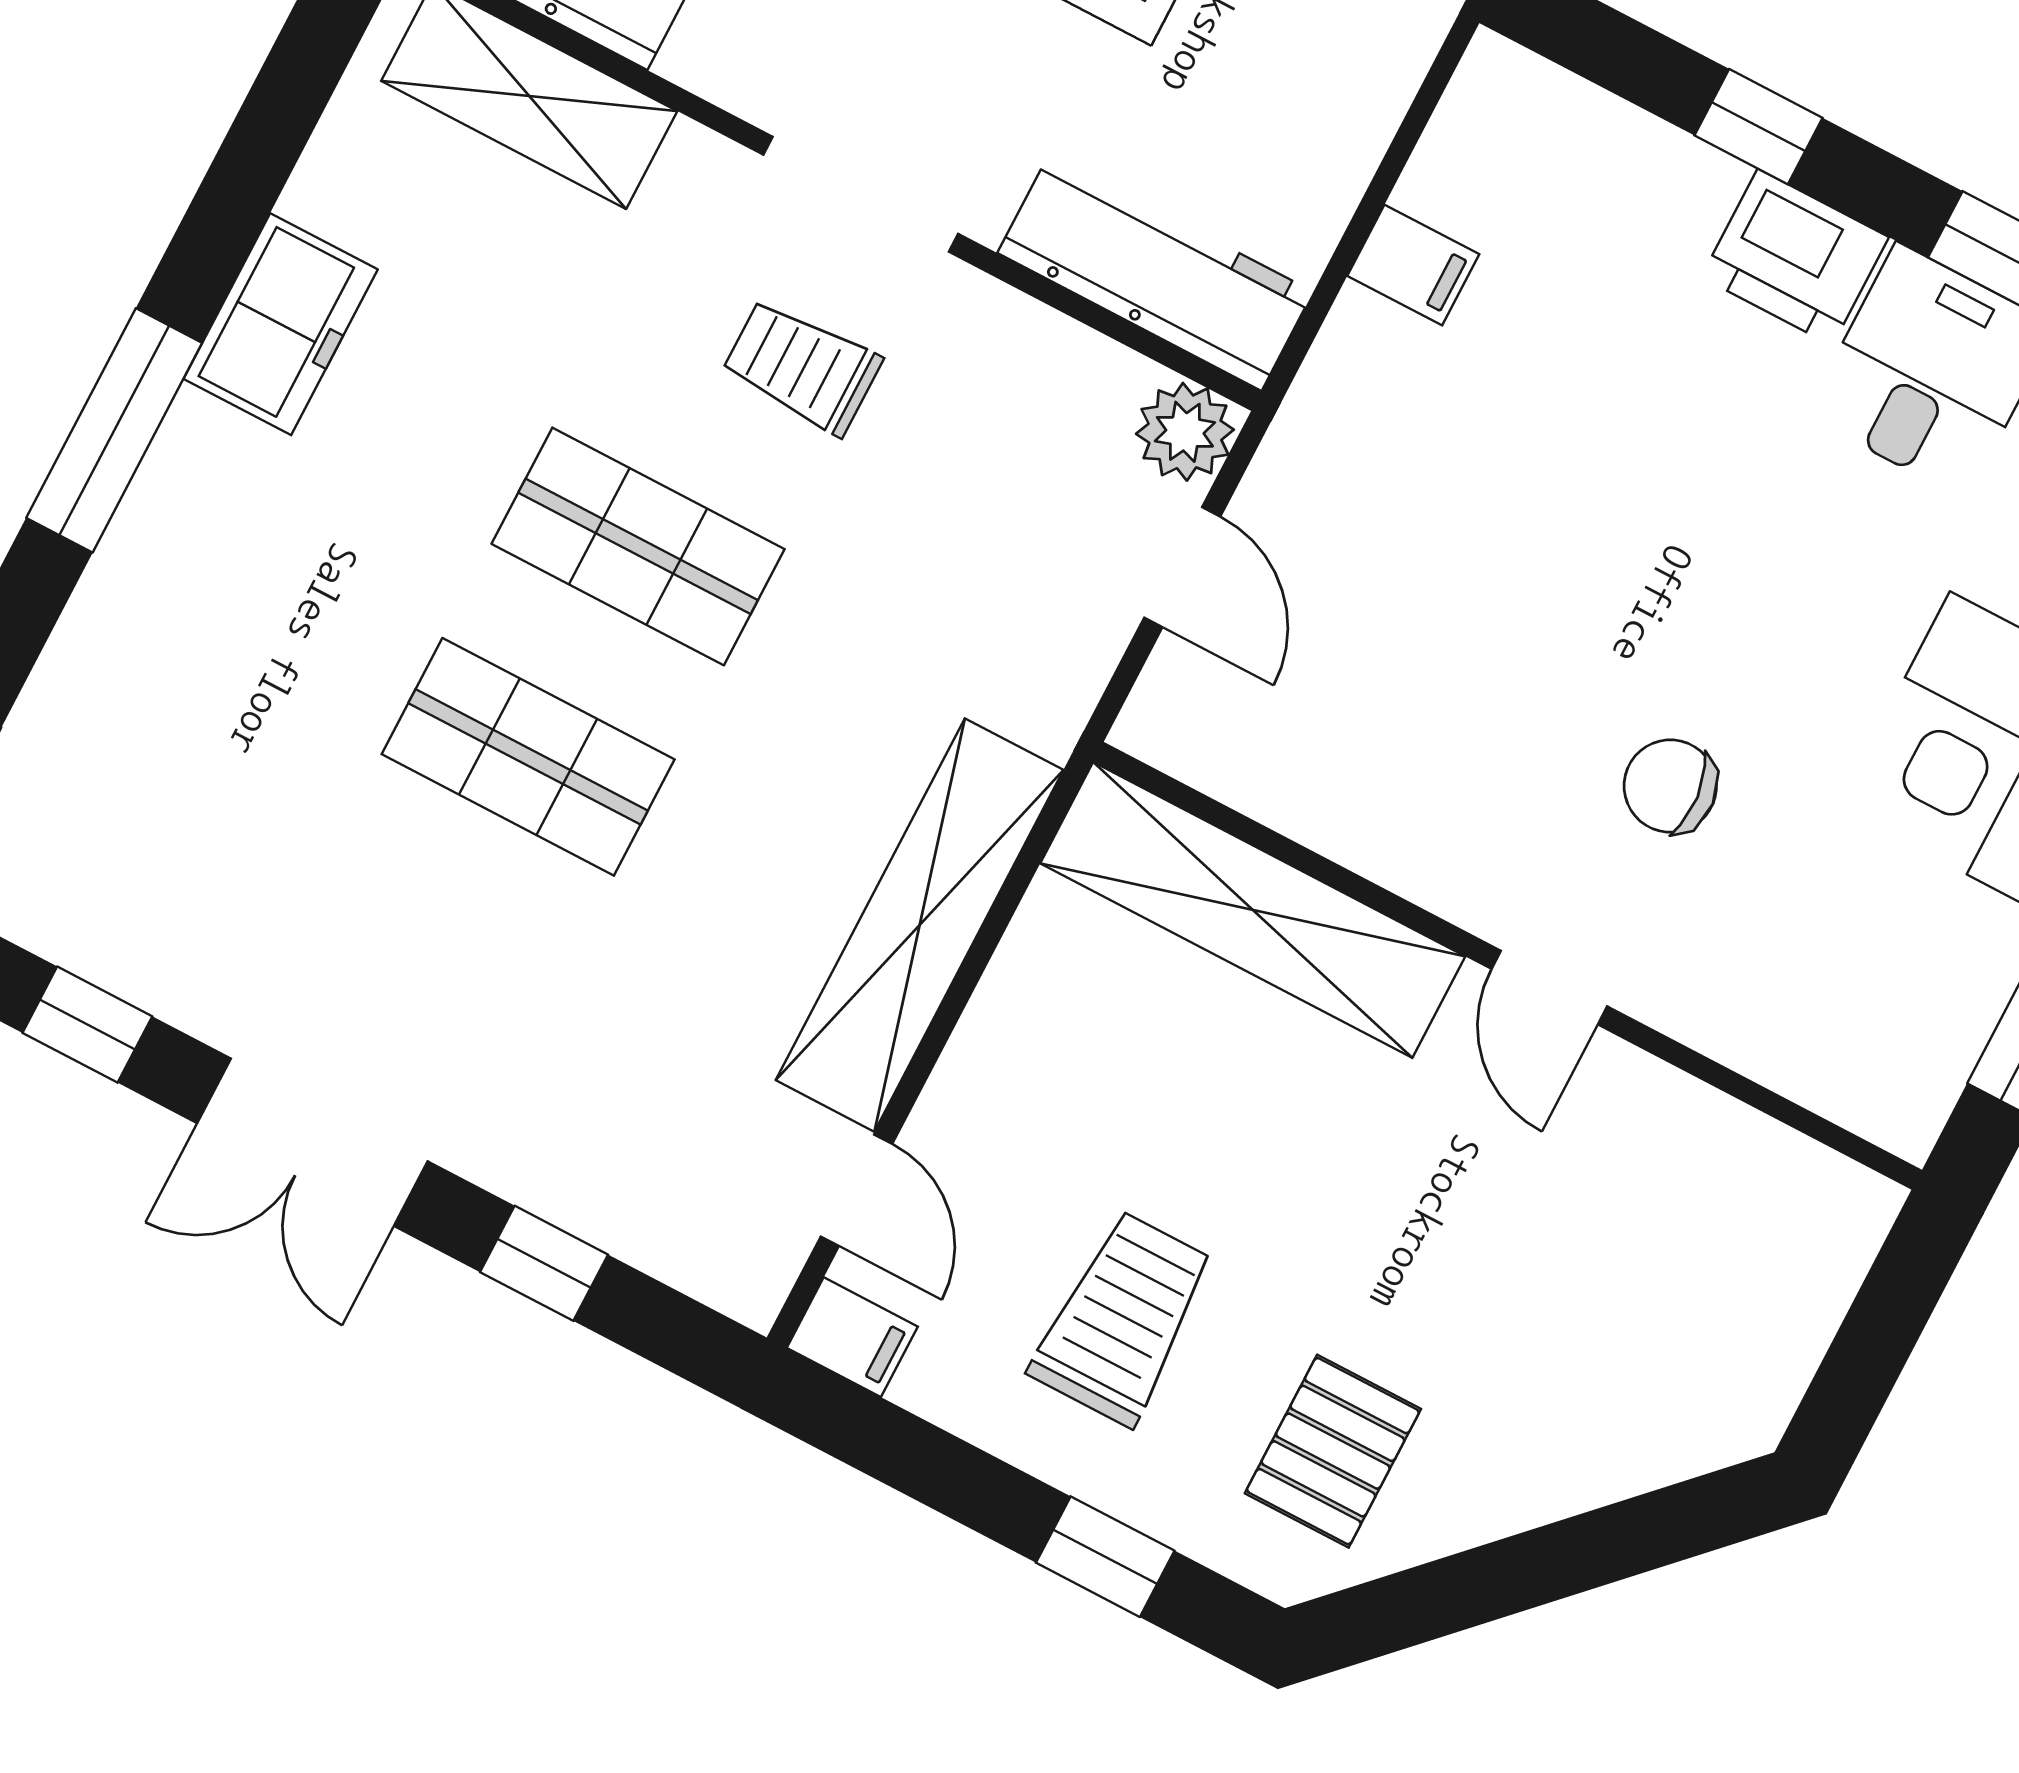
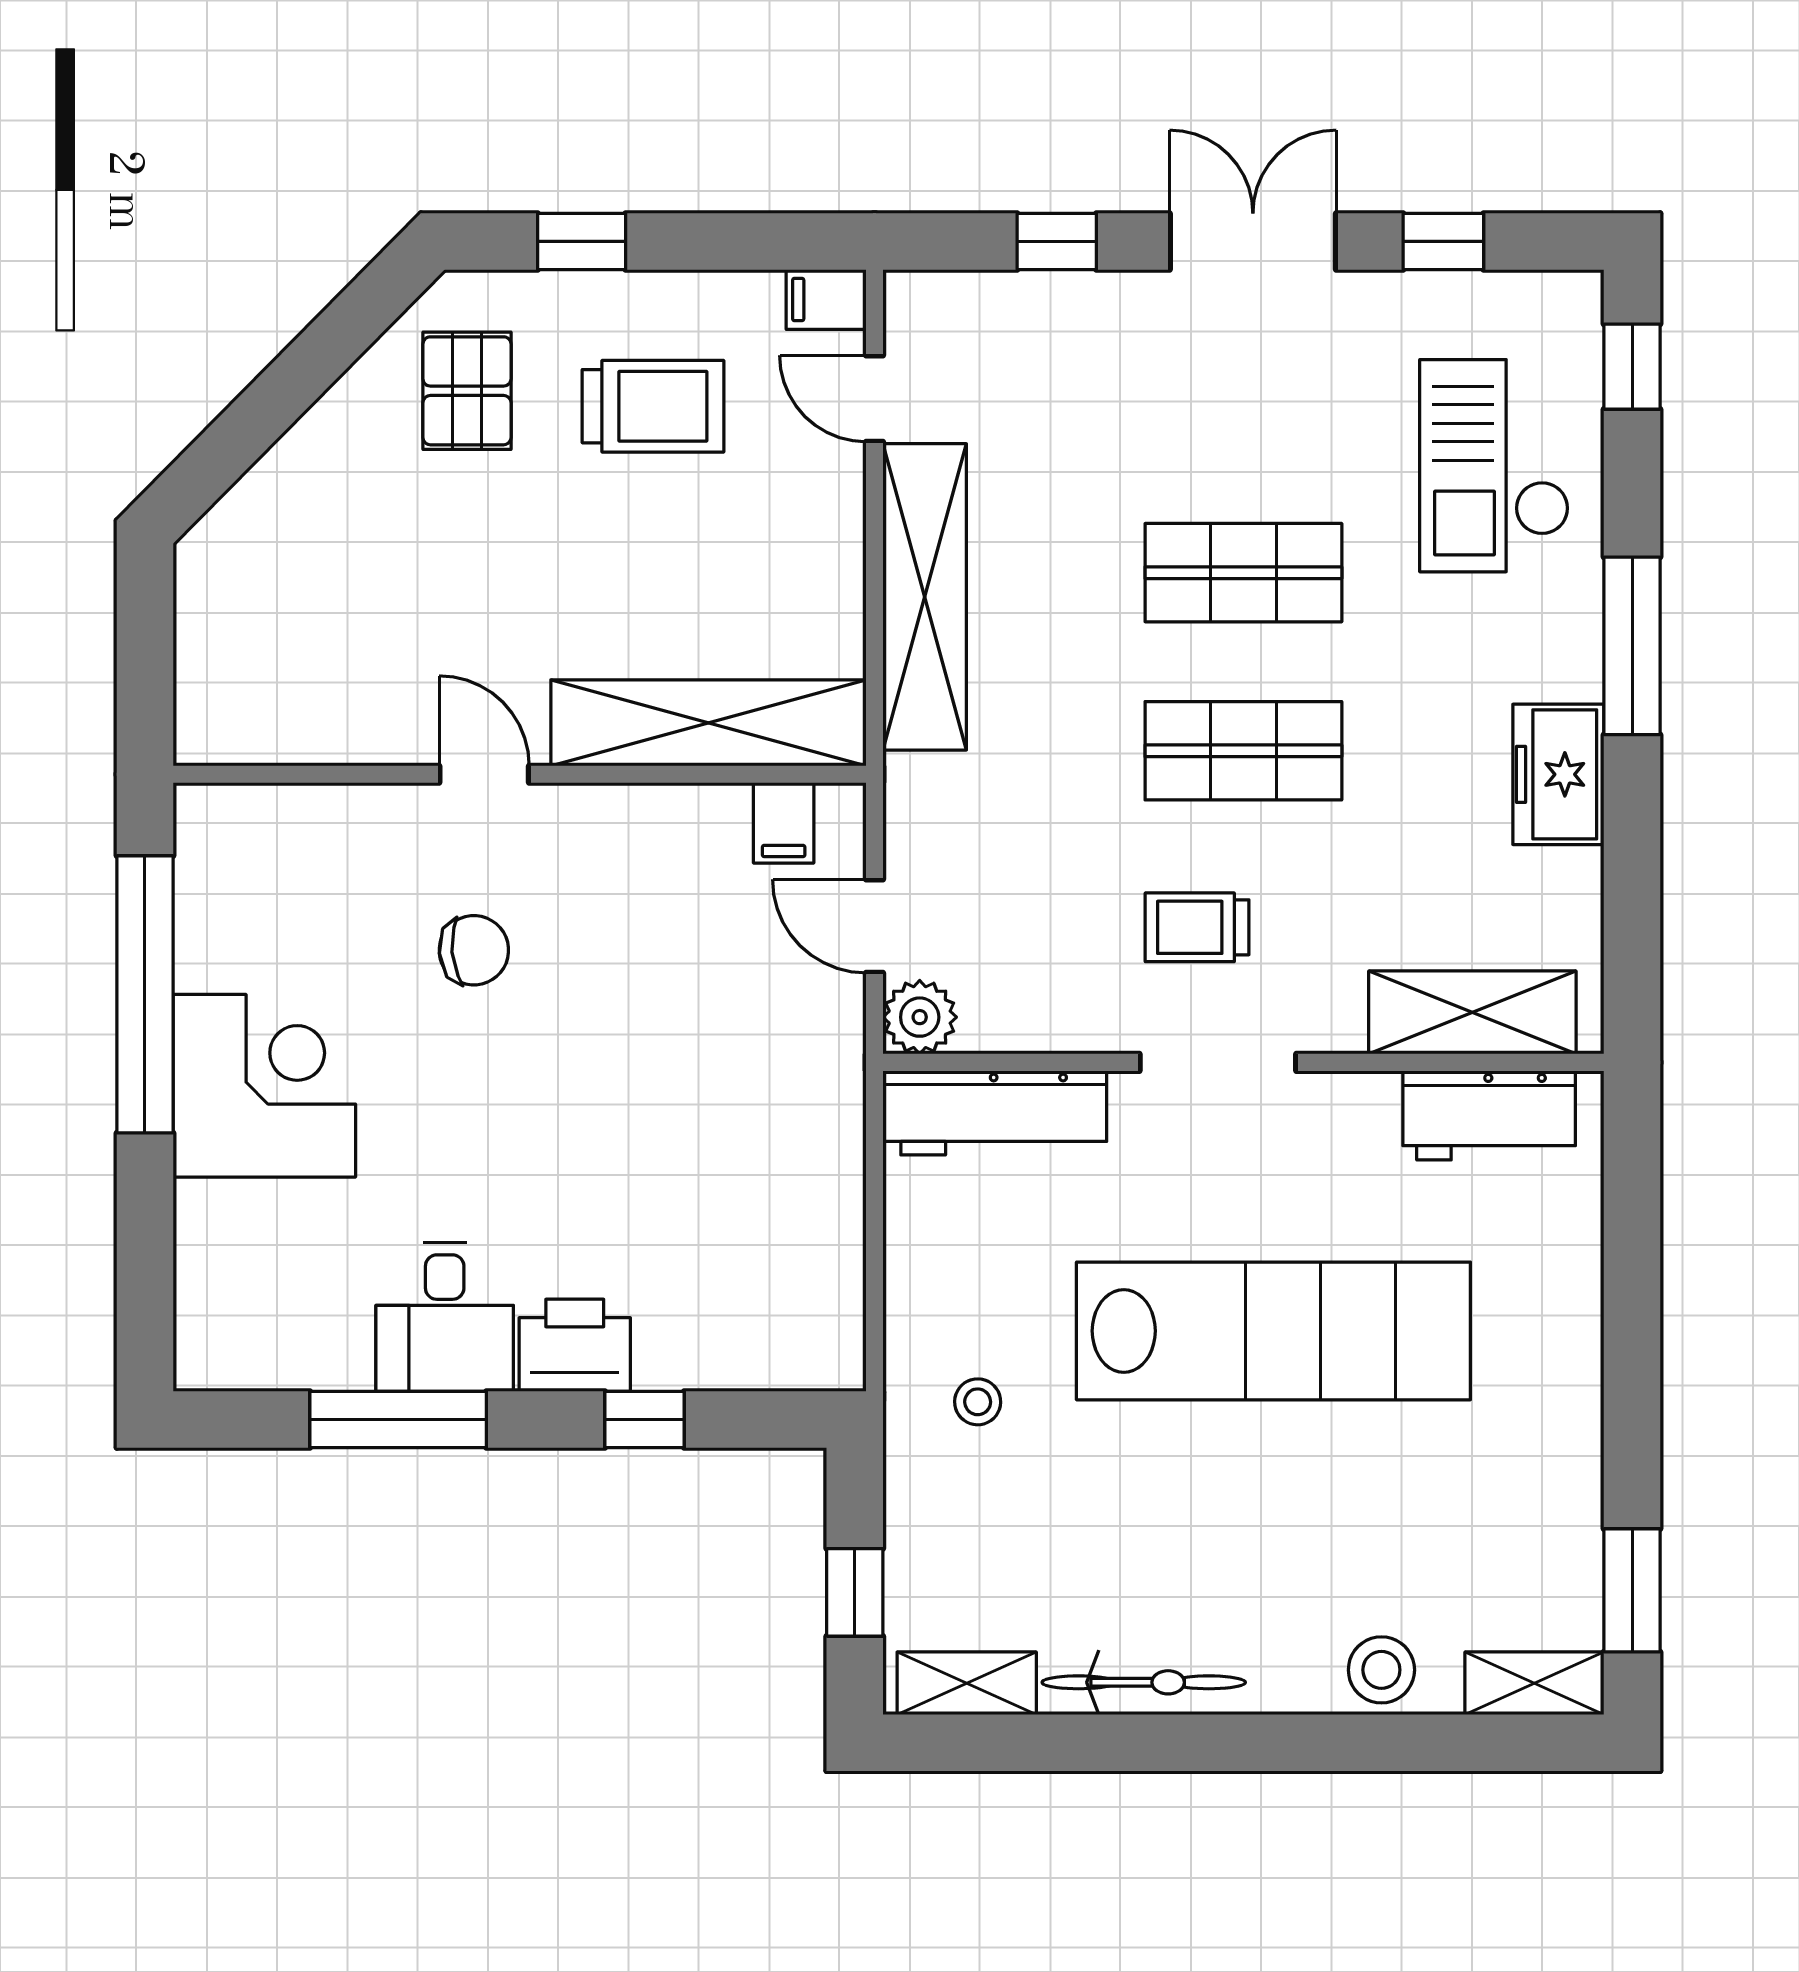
filing cabinet: (1413, 265) -> (784, 823), moved, turned -90
trolley: (802, 367) -> (1197, 927), turned 180
checkout: (166, 728) -> (1494, 466), added
trolley: (1123, 1318) -> (653, 406), turned -90

